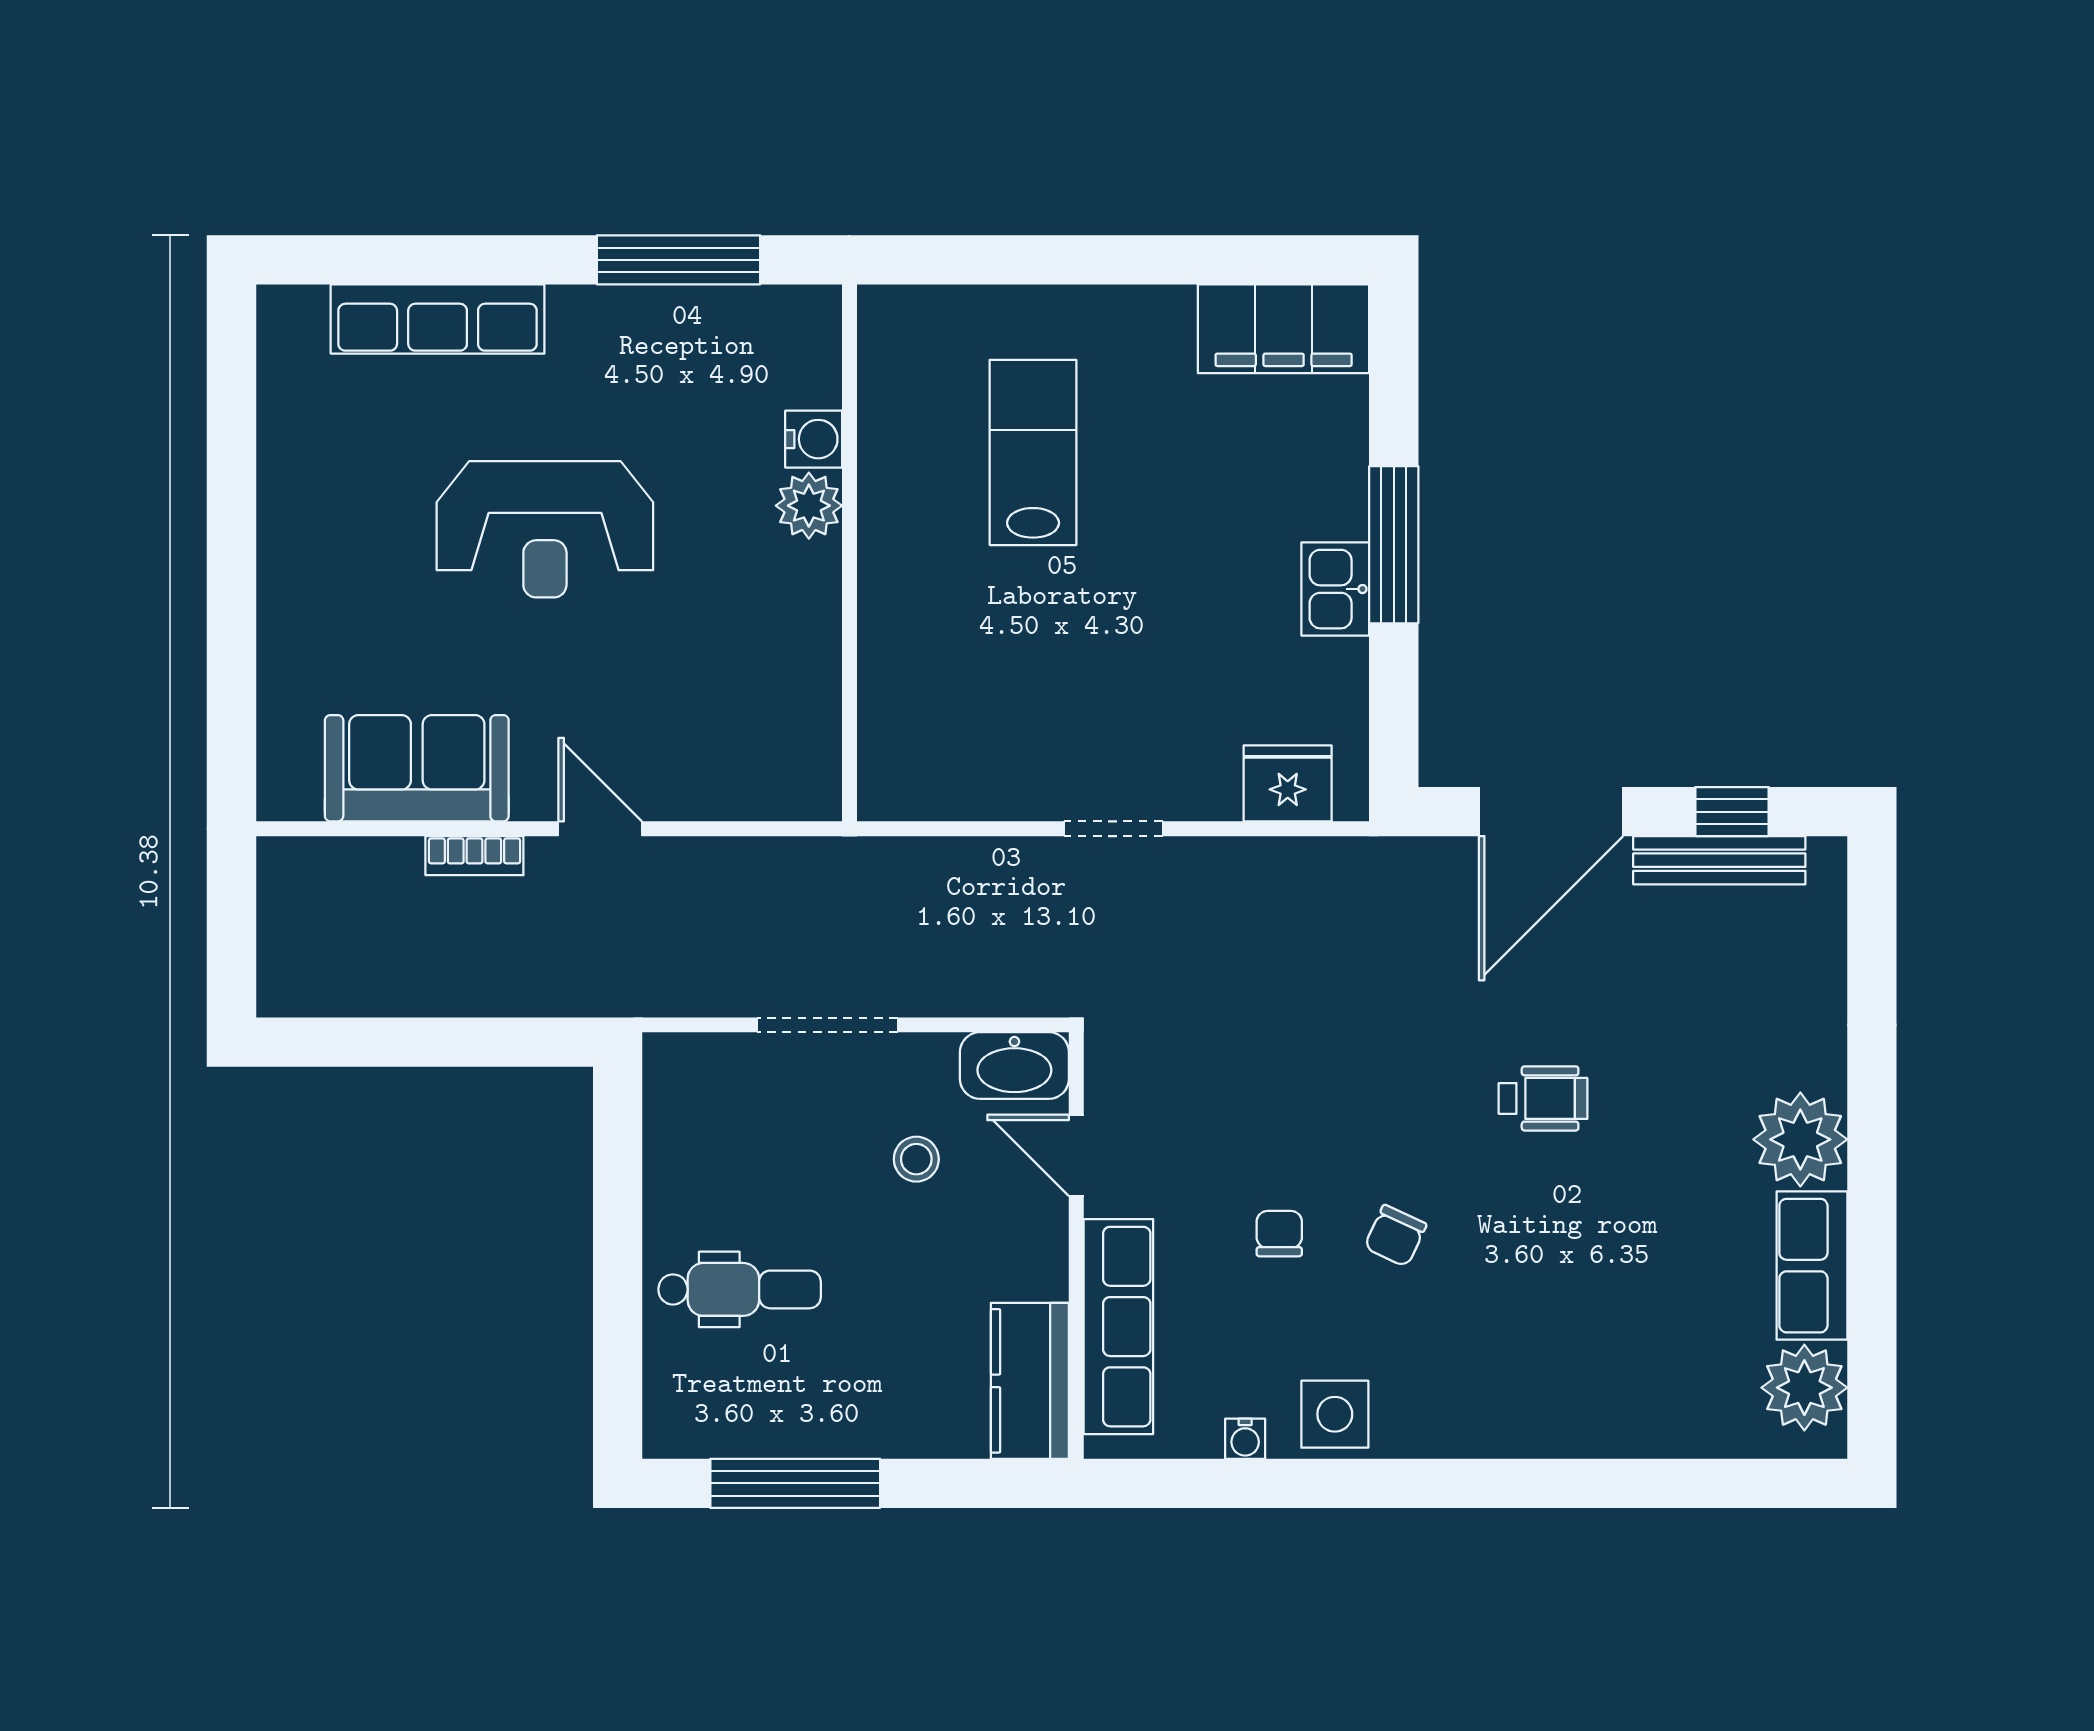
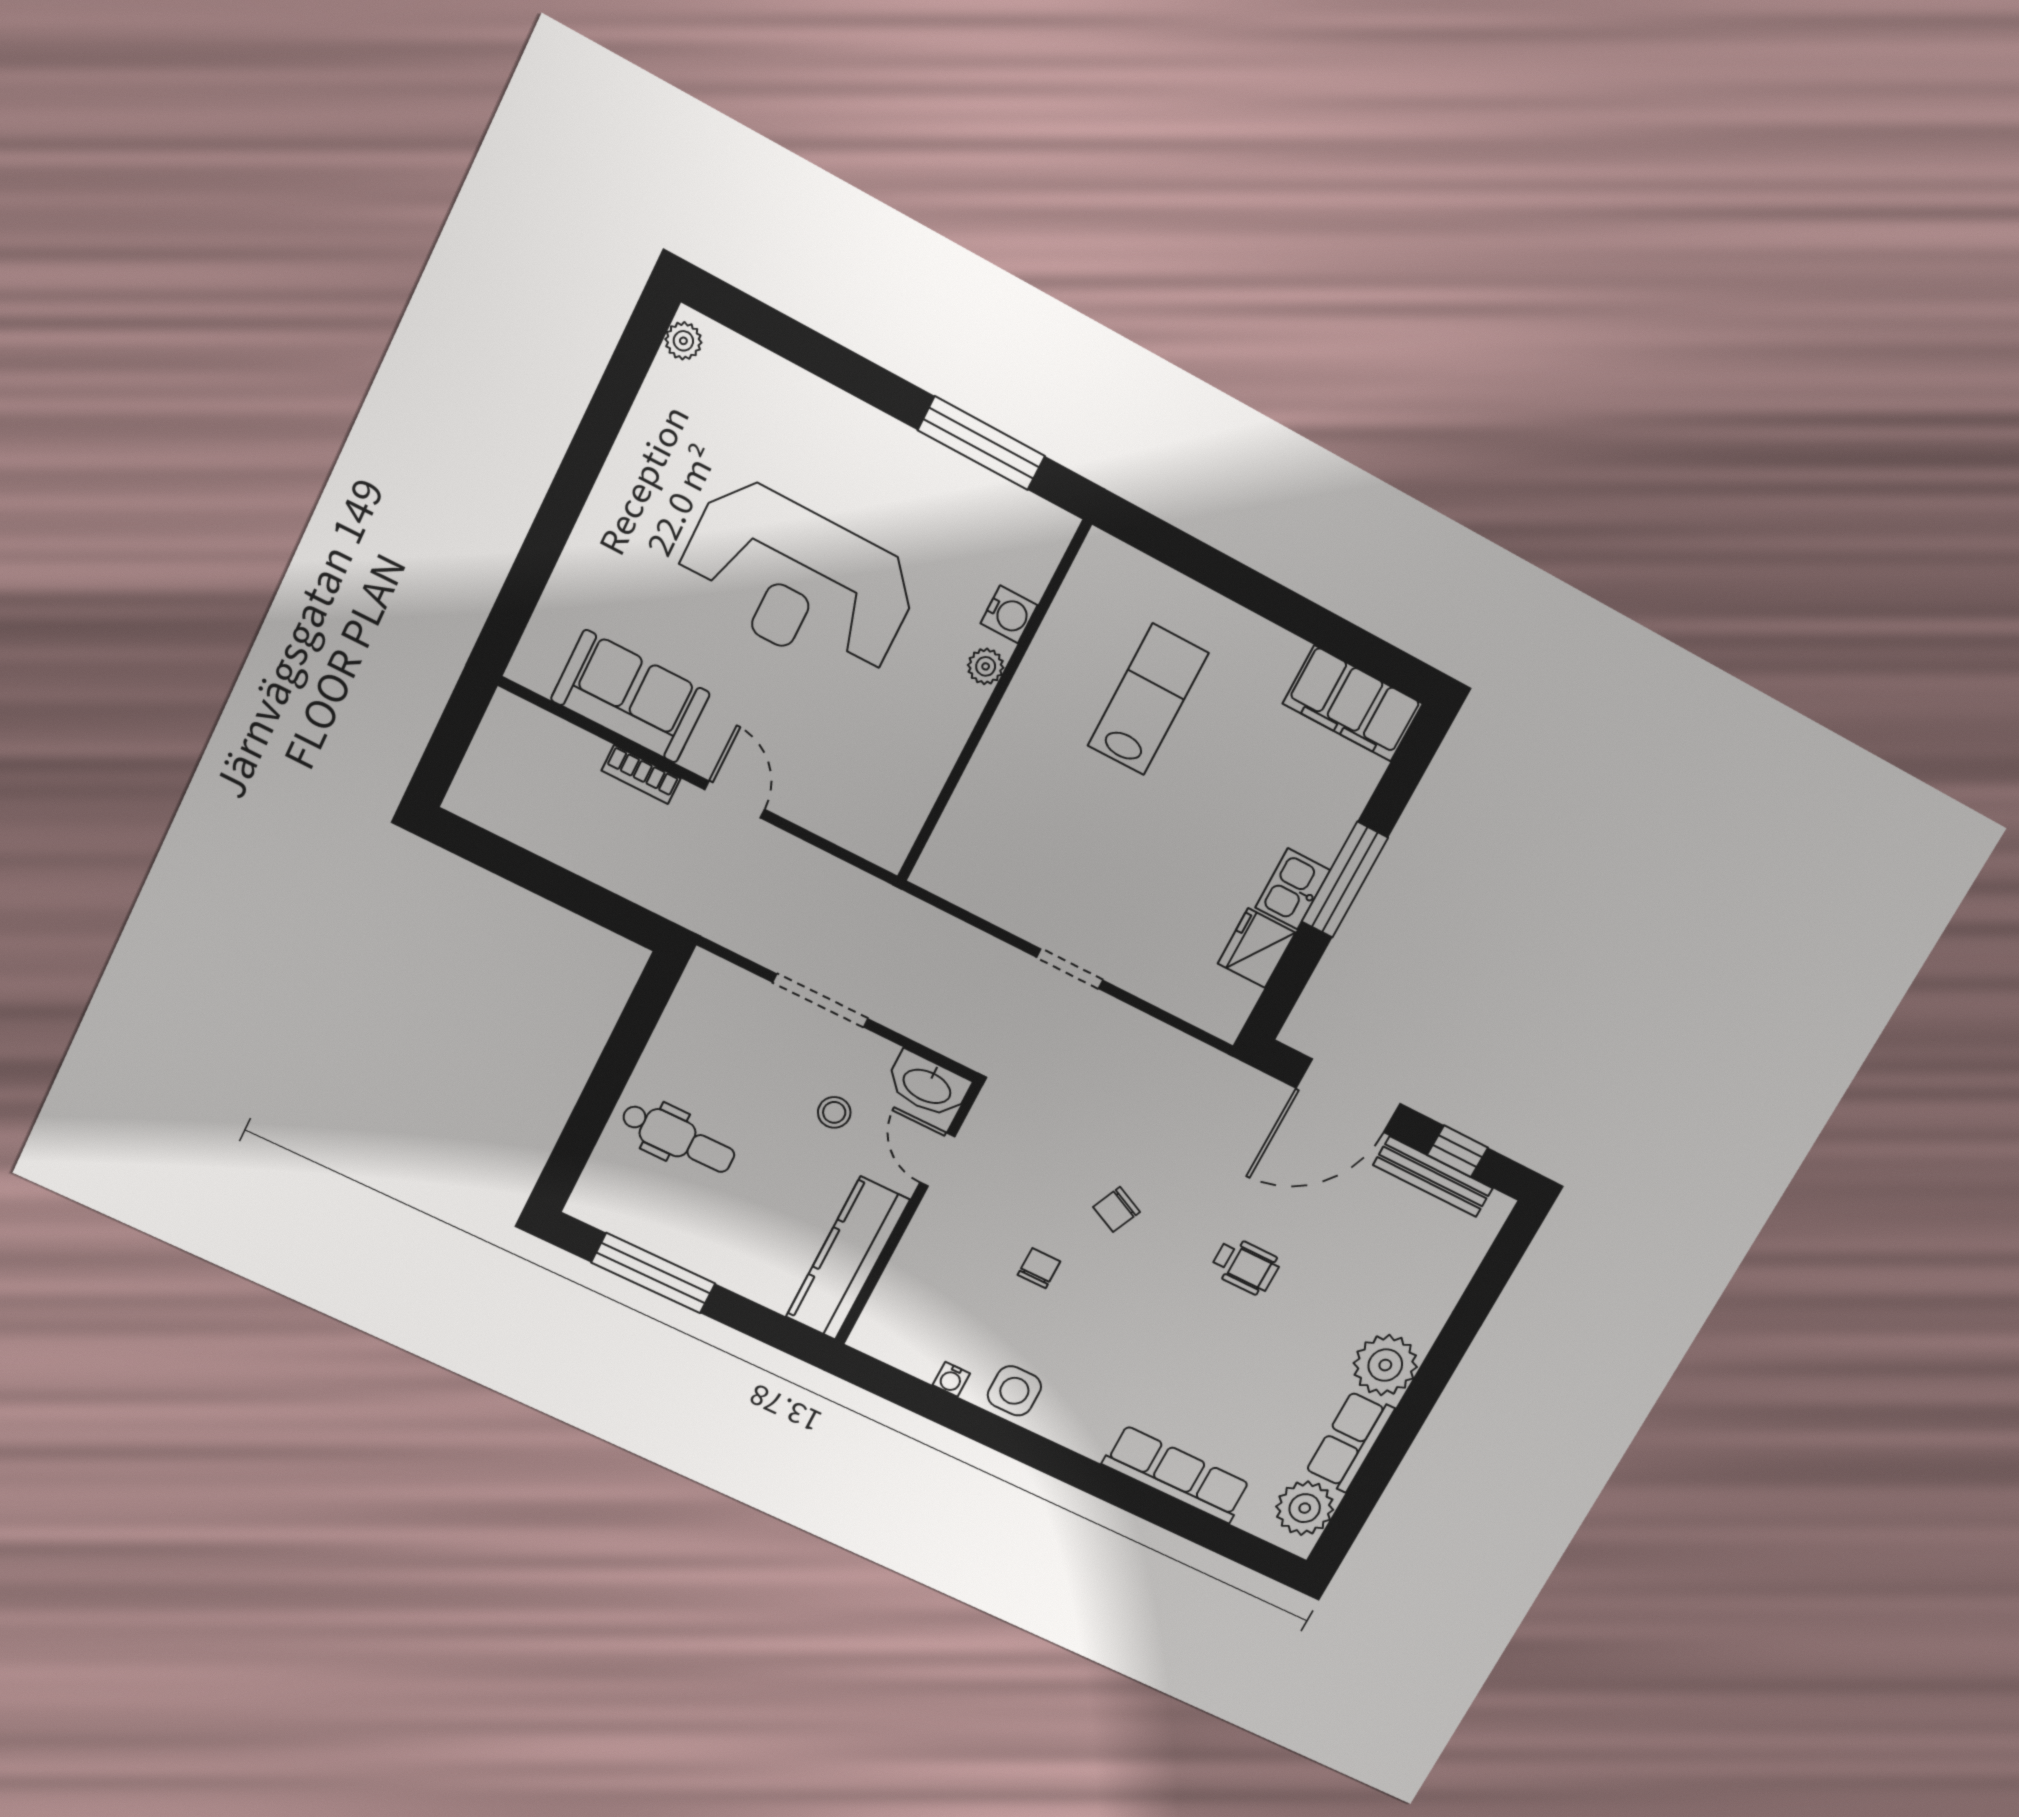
row of seats: (438, 319) -> (796, 395), removed
plant: (279, 326) -> (683, 341), added
plant: (809, 506) -> (986, 666), width x0.73, depth x0.73
reception desk: (545, 529) -> (798, 580), width x1.36, depth x1.30
fridge: (1288, 783) -> (1257, 948), moved, turned -90
chair: (1395, 1236) -> (1116, 1209), moved
row of seats: (1118, 1327) -> (1177, 1474), moved, turned -90
kitchen counter: (1030, 1381) -> (848, 1258), width x1.50

